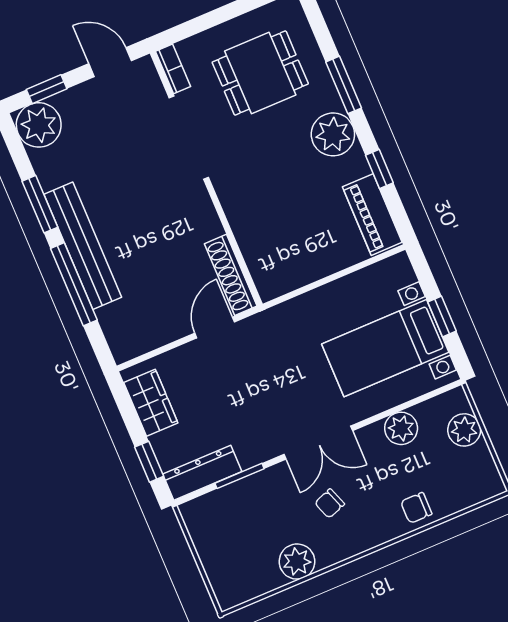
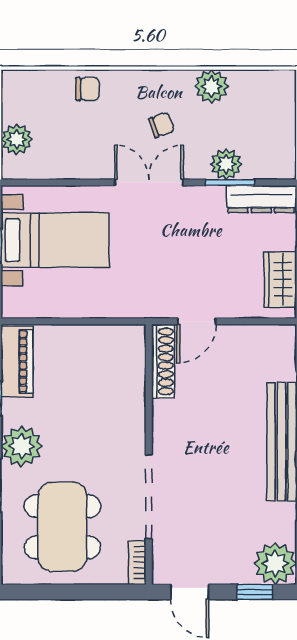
dining table: (260, 73) -> (62, 527), width x1.38
plant: (401, 428) -> (226, 164), moved

